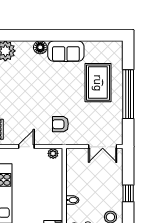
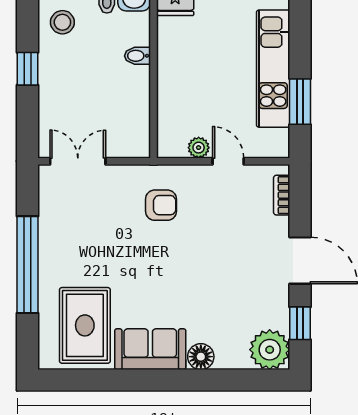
rug: (98, 83) -> (85, 325), moved
door: (26, 147) -> (228, 161), swing flipped
plant: (53, 153) -> (199, 148), moved

